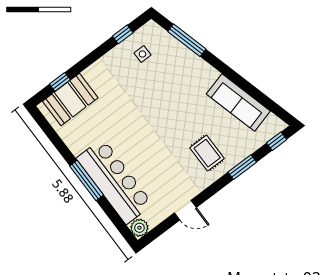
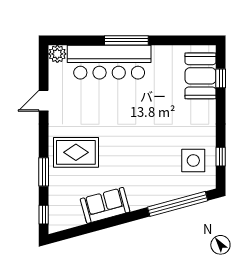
window: (187, 40) -> (178, 204), width x1.46
side table: (142, 54) -> (193, 161), width x1.87, depth x1.87
sofa: (238, 103) -> (105, 205), width x0.73
rug: (207, 153) -> (76, 152), width x1.36, depth x1.43

